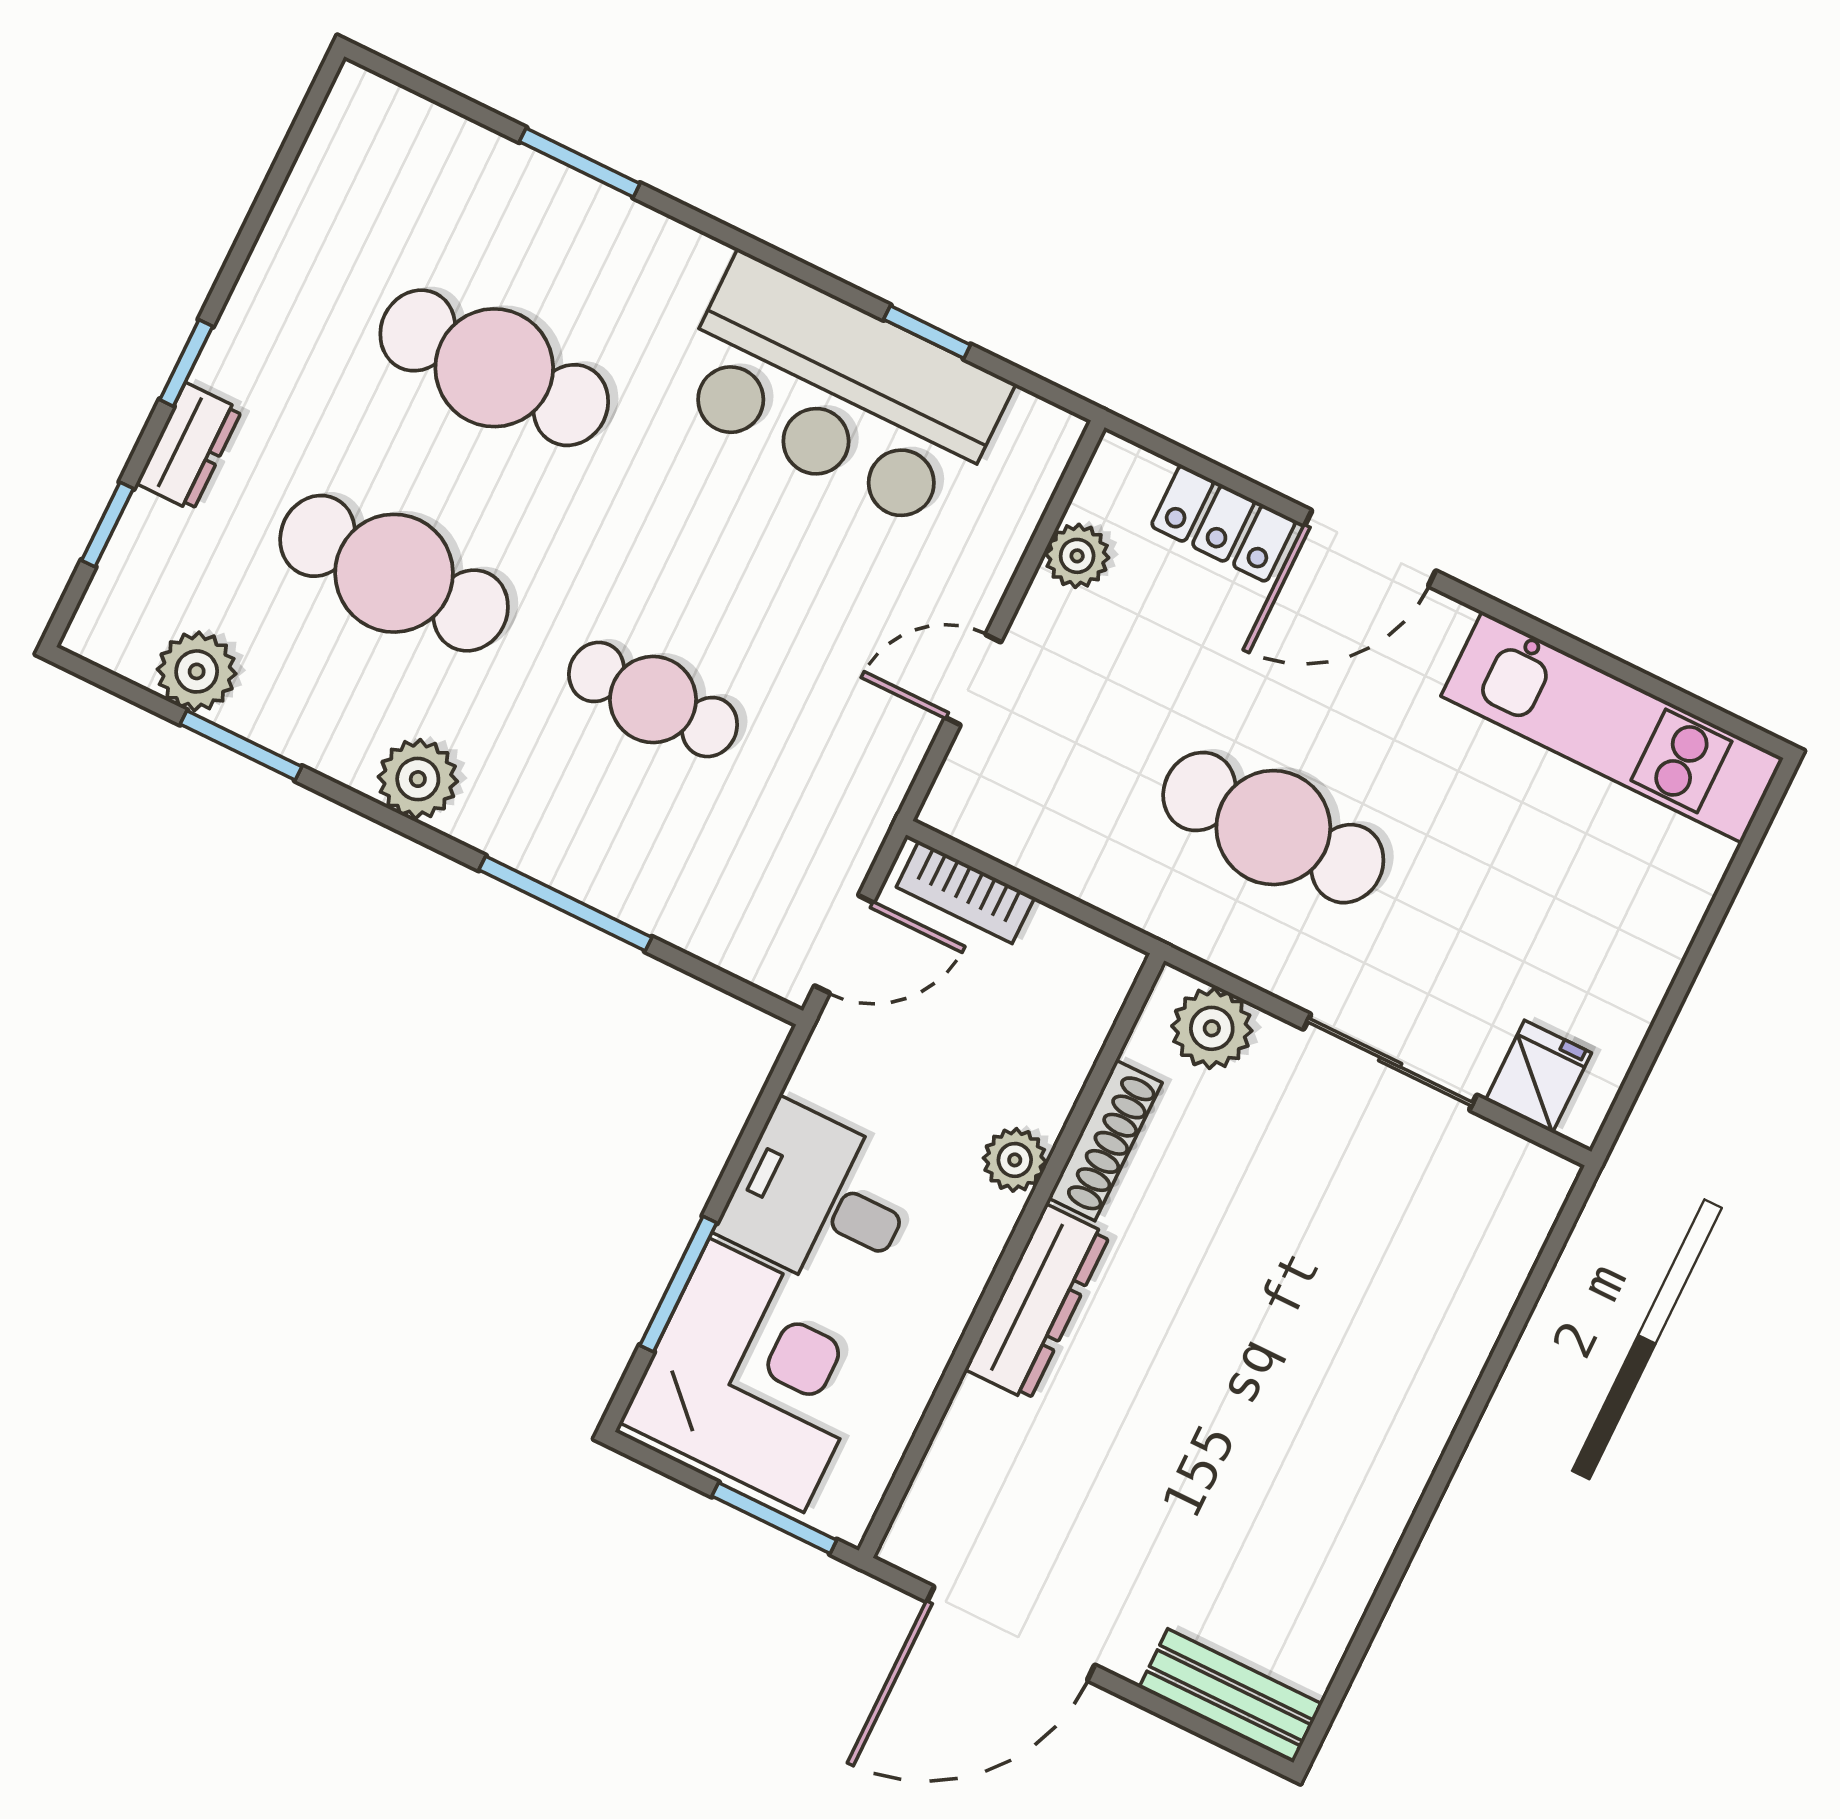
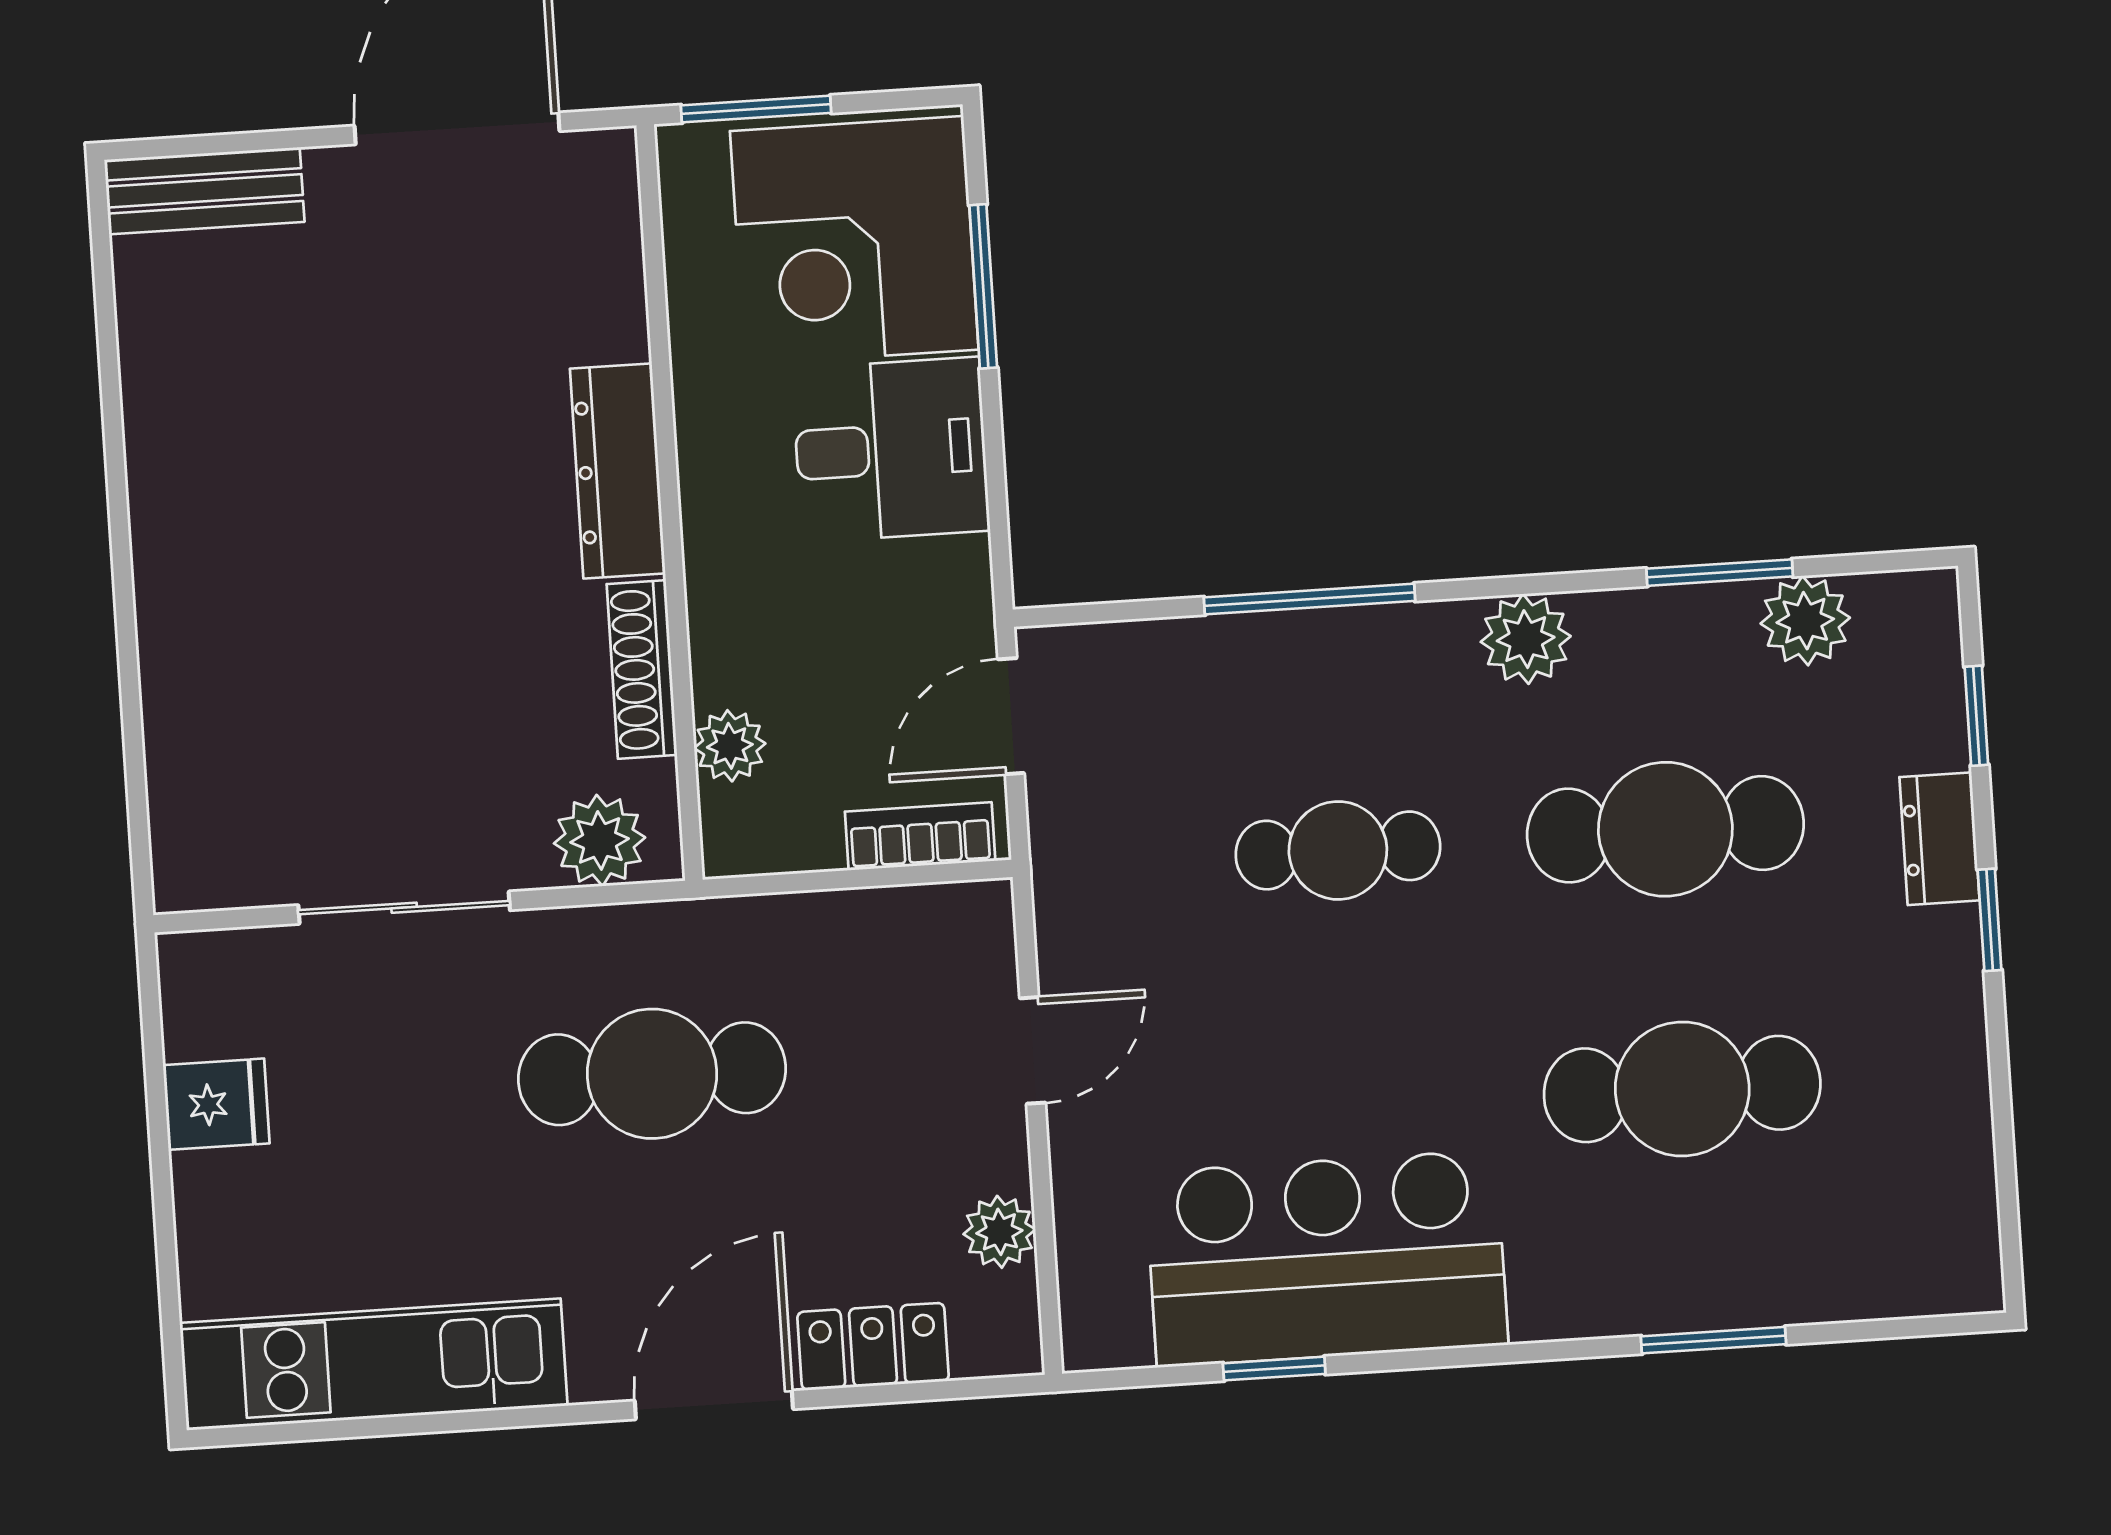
fridge: (1538, 1076) -> (216, 1104), moved, turned -90
plant: (1015, 1160) -> (730, 746), moved

